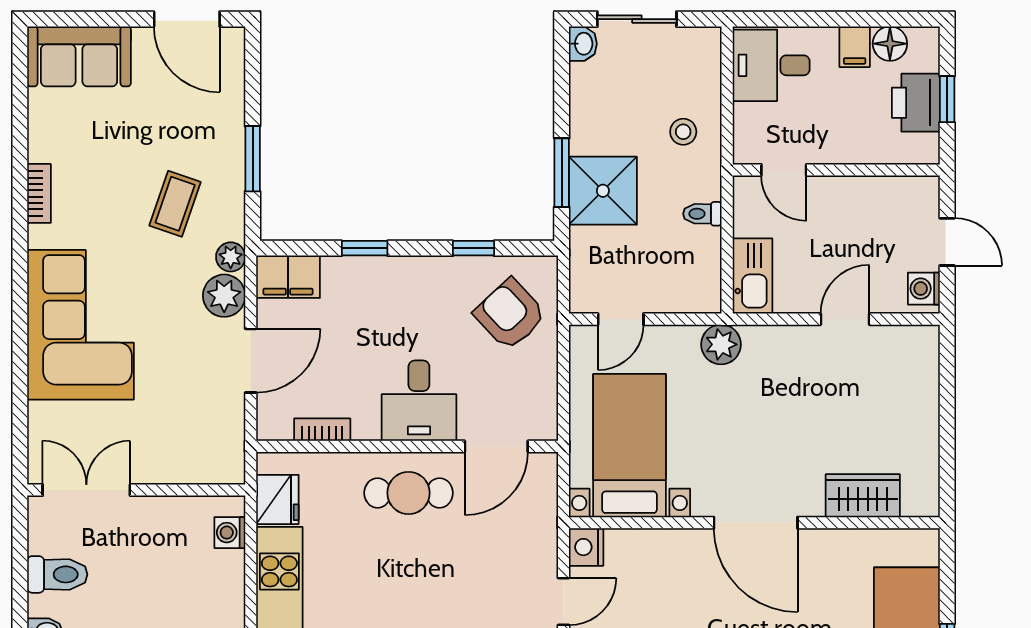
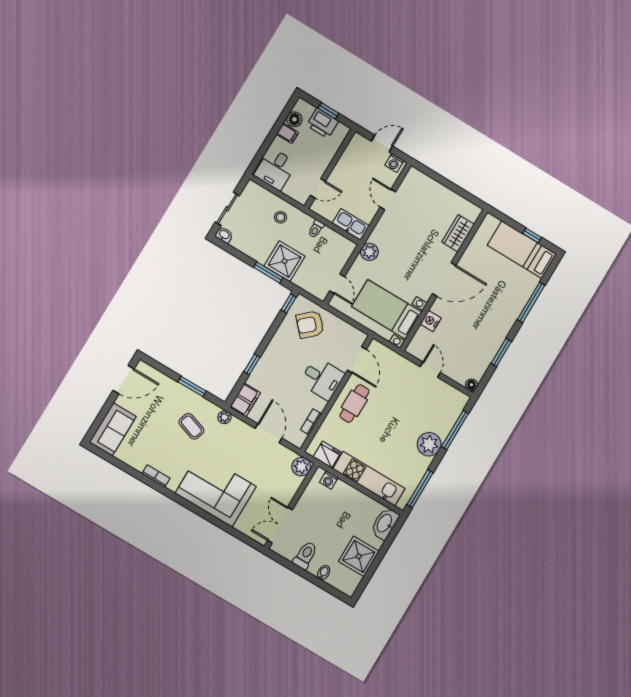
window: (473, 248) -> (289, 303), moved
plant: (224, 296) -> (301, 467), moved
nightstand: (586, 547) -> (431, 321), moved, turned 90

